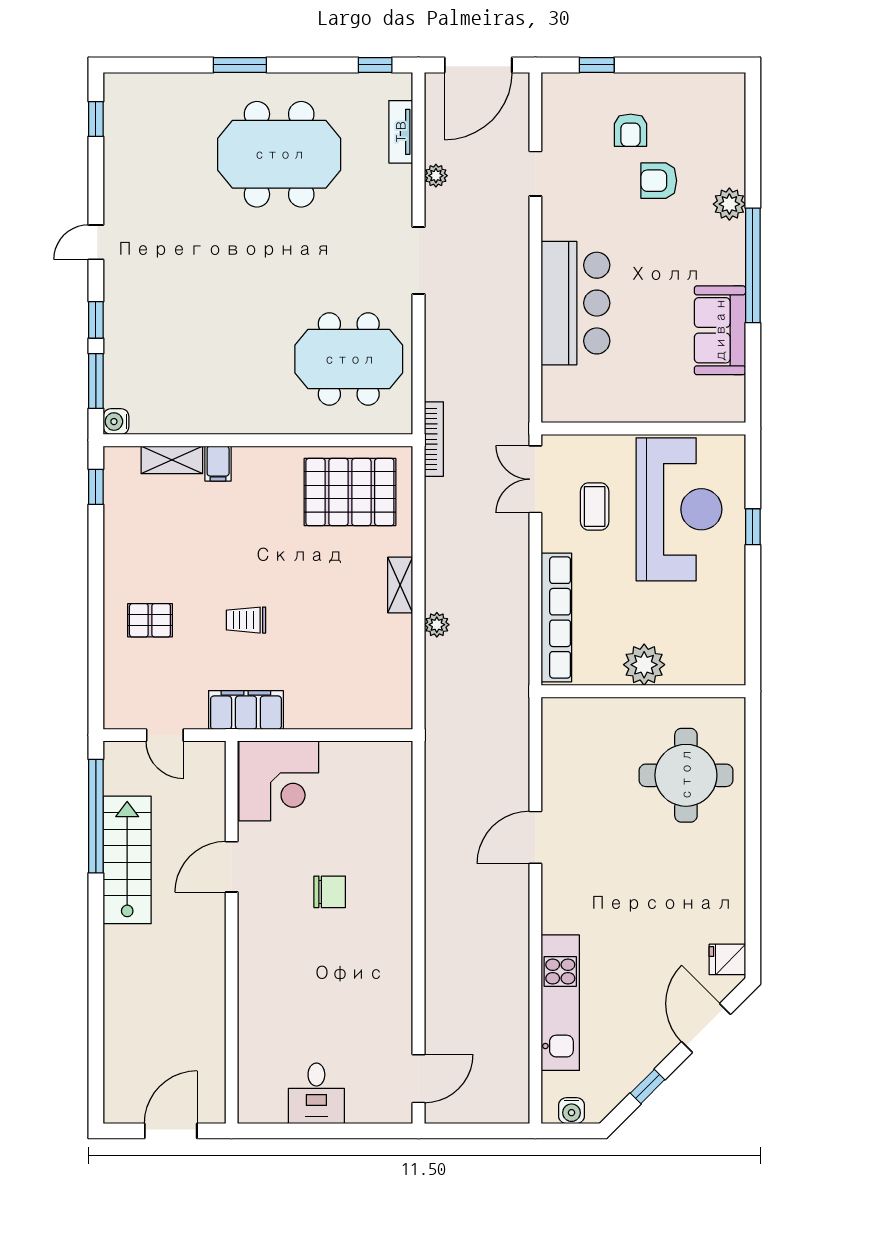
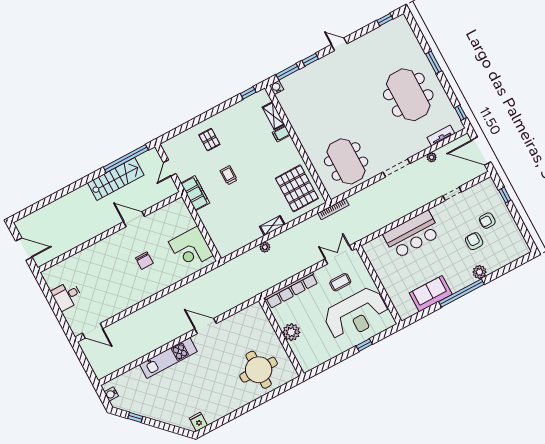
corner desk: (279, 781) -> (191, 249), moved
kitchen unit: (560, 1003) -> (168, 358), moved
door: (706, 1028) -> (169, 428), removed

